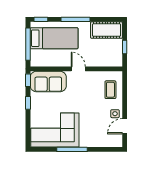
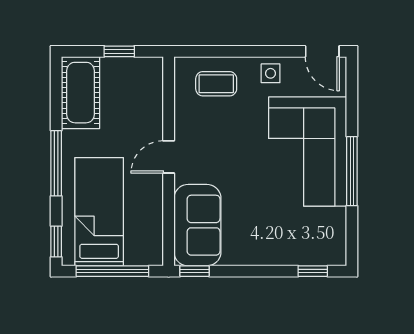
window: (28, 103) -> (313, 271), moved
door: (125, 126) -> (322, 51), moved
corner sofa: (55, 130) -> (308, 152), moved

